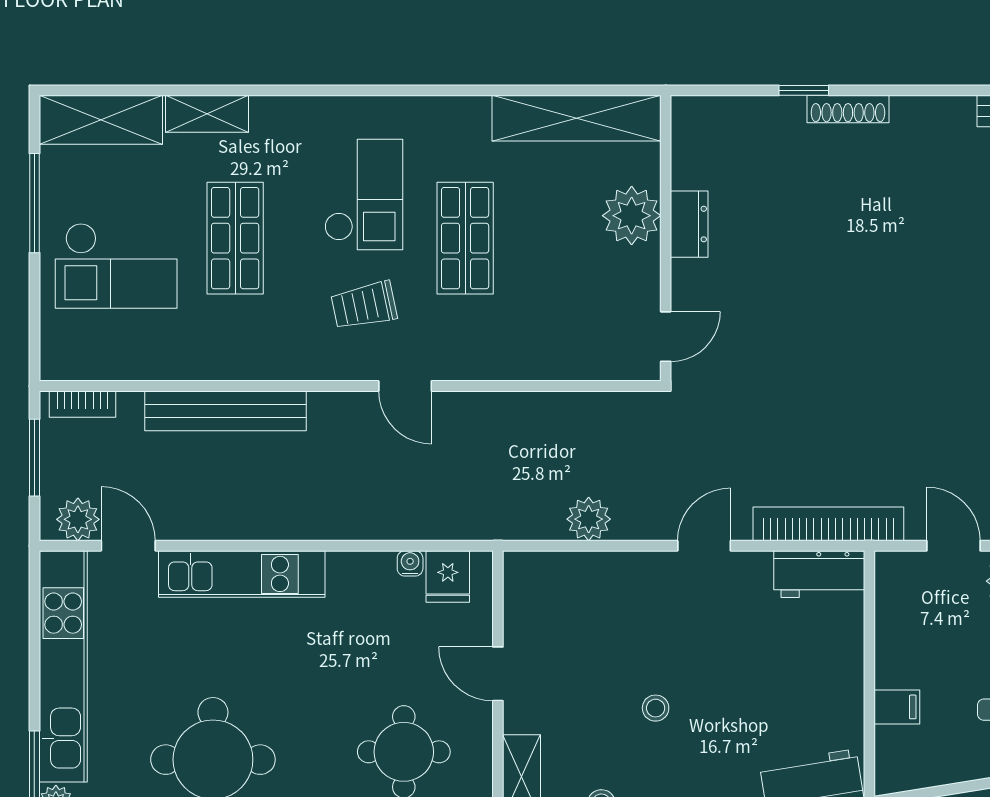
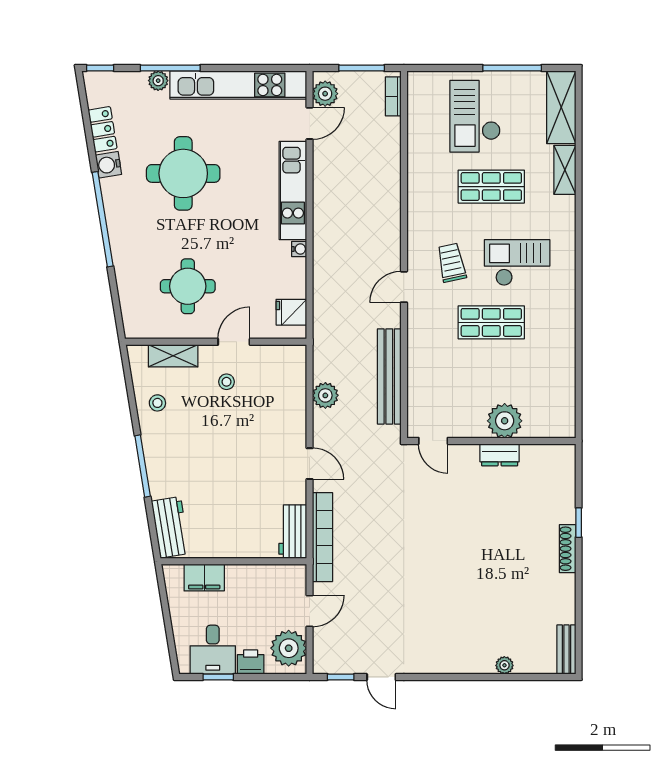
shelving: (576, 118) -> (562, 388), removed
checkout: (364, 194) -> (517, 263), turned 180
bench: (226, 411) -> (389, 376), moved
water cooler: (410, 563) -> (299, 249), moved
filing cabinet: (897, 707) -> (204, 578), width x2.00
stool: (656, 708) -> (227, 382), moved

